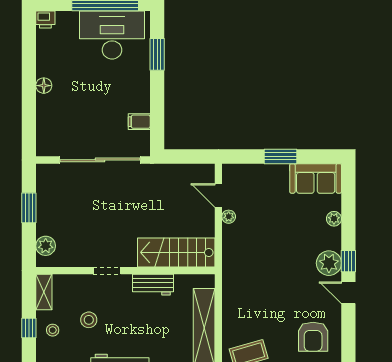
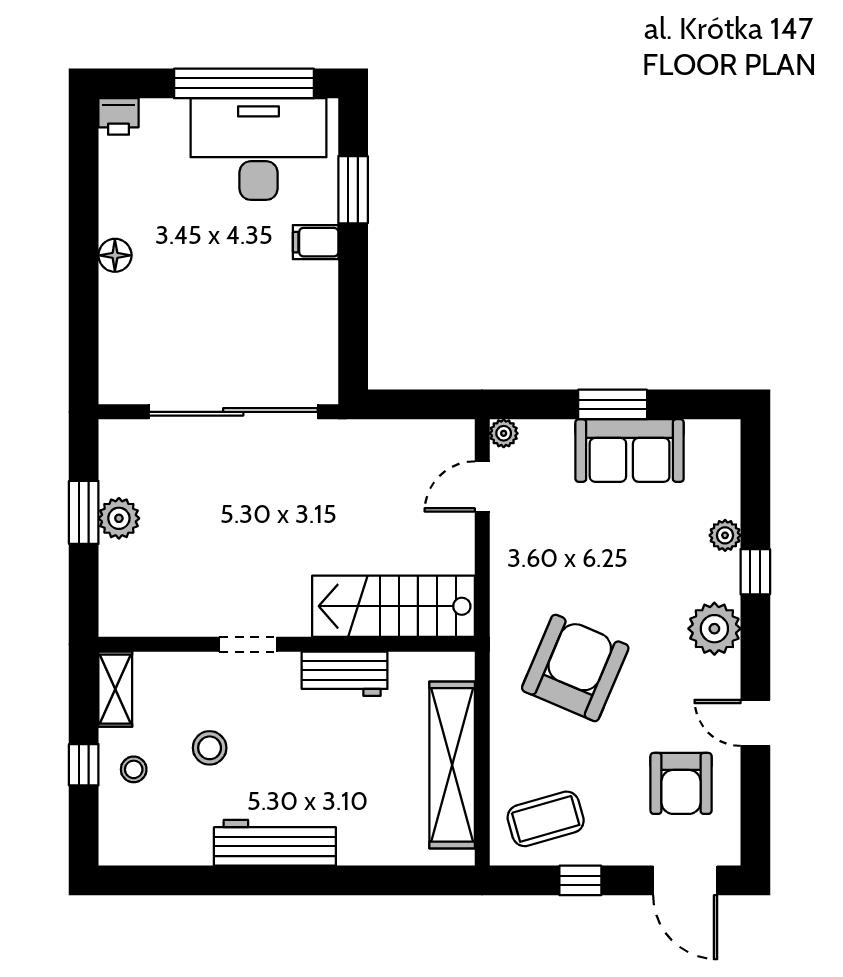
filing cabinet: (139, 122) -> (316, 242), moved
sofa: (316, 178) -> (630, 450), moved
door: (218, 195) -> (482, 486), hinge flipped
plant: (229, 217) -> (504, 433), moved
plant: (46, 246) -> (119, 518), moved
window: (348, 261) -> (755, 572), moved
armchair: (263, 282) -> (575, 668), added
door: (348, 293) -> (755, 723), moved

